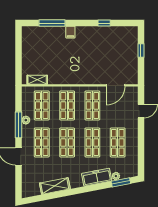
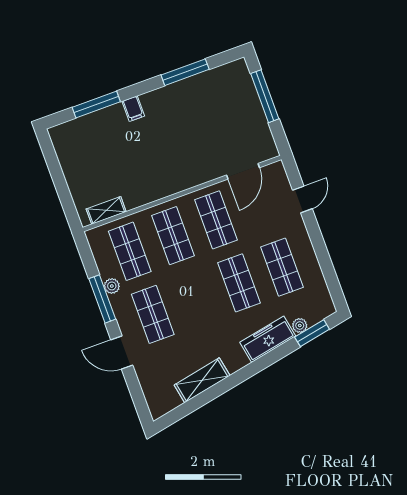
window: (104, 23) -> (185, 72), width x2.17
window: (141, 51) -> (265, 96), width x2.17
shop shelf: (67, 142) -> (196, 299), removed

